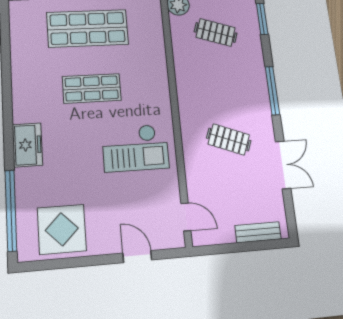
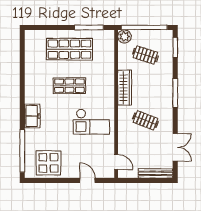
wardrobe: (187, 87) -> (125, 88), added
double door: (283, 165) -> (175, 147), moved
bench: (258, 232) -> (155, 173), width x1.36

